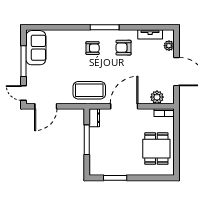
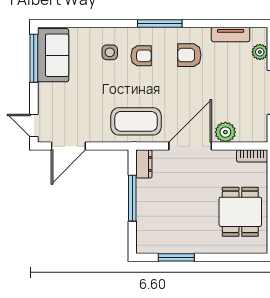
side table: (72, 46) -> (110, 52), added
window: (23, 61) -> (34, 58), moved
plant: (157, 97) -> (225, 132), moved

